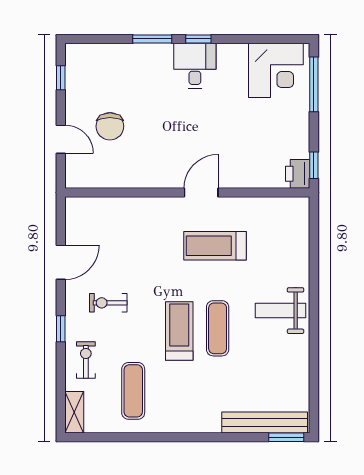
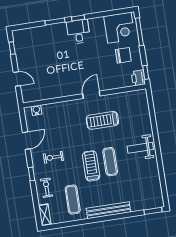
chair: (110, 126) -> (123, 55), moved, turned -90
water cooler: (90, 206) -> (37, 110), added
bench: (265, 423) -> (108, 210), moved

